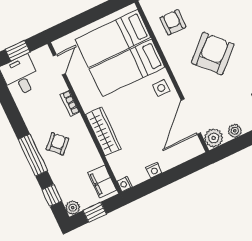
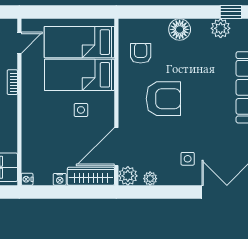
armchair: (213, 54) -> (163, 99), turned 43
side table: (161, 88) -> (81, 110), moved
wardrobe: (103, 132) -> (91, 176), moved, turned -90

